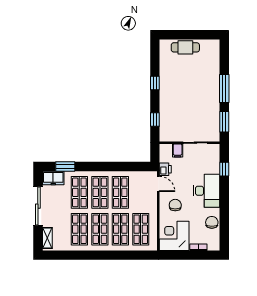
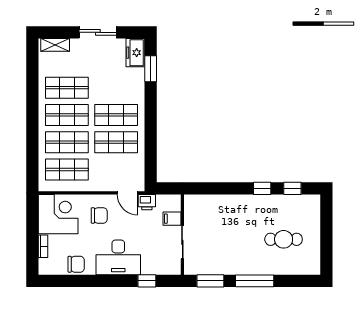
cafe table: (185, 47) -> (284, 239), moved, turned 90
window: (155, 119) -> (292, 188), moved
door: (158, 184) -> (127, 193), hinge flipped
shop shelf: (79, 192) -> (116, 88), removed
sliding door: (38, 206) -> (98, 32), width x0.73

